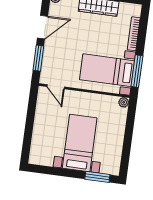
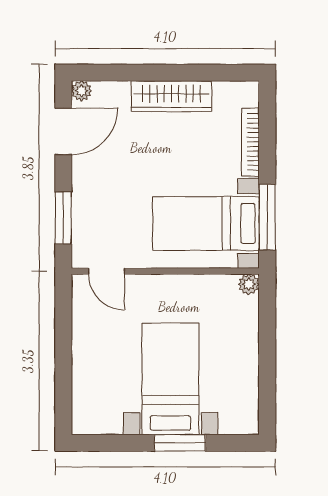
door: (43, 27) -> (63, 131), moved
window: (97, 177) -> (180, 443), moved

